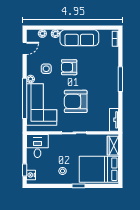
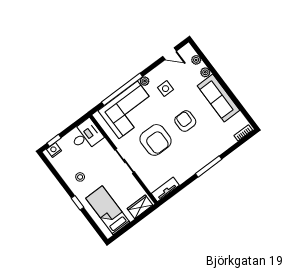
armchair: (69, 67) -> (185, 121), moved
armchair: (76, 101) -> (156, 140), turned 180
bed: (99, 169) -> (108, 210), width x0.67

